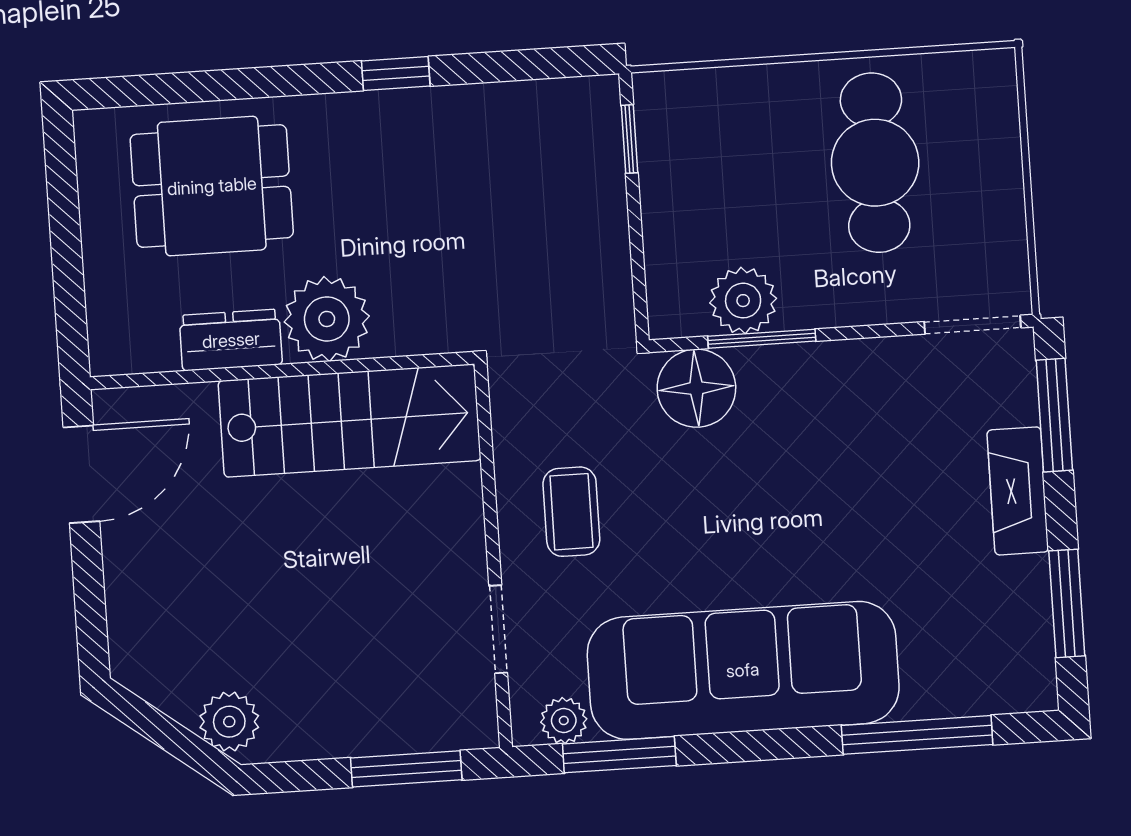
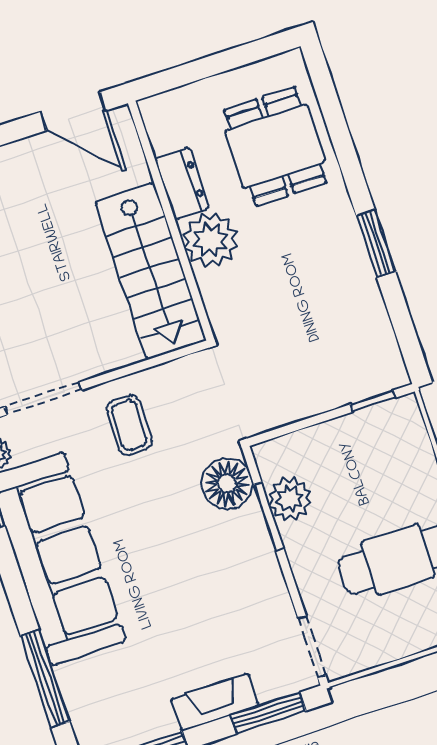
window: (396, 73) -> (376, 244), width x1.50
coffee table: (571, 512) -> (129, 425), turned 90
doorway: (498, 629) -> (43, 398), width x1.38

